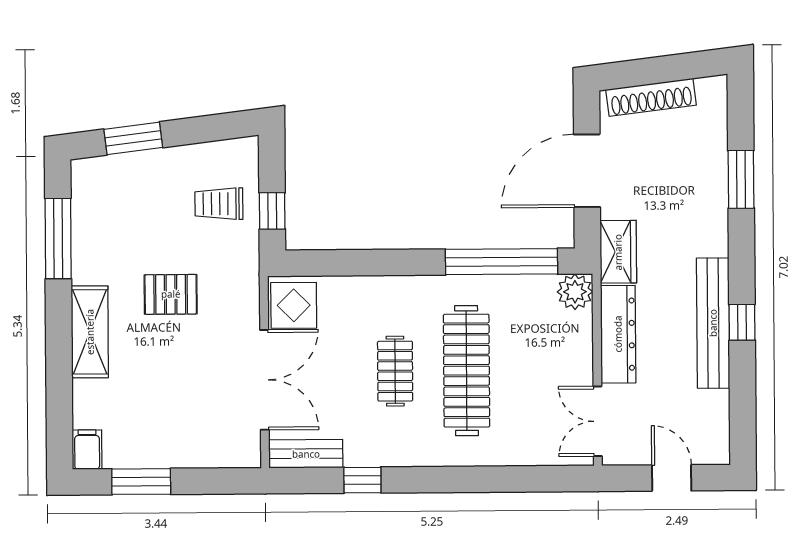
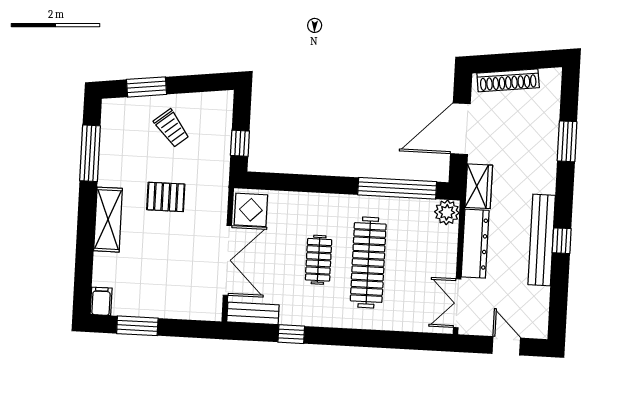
trolley: (219, 204) -> (172, 128), moved, turned -129

